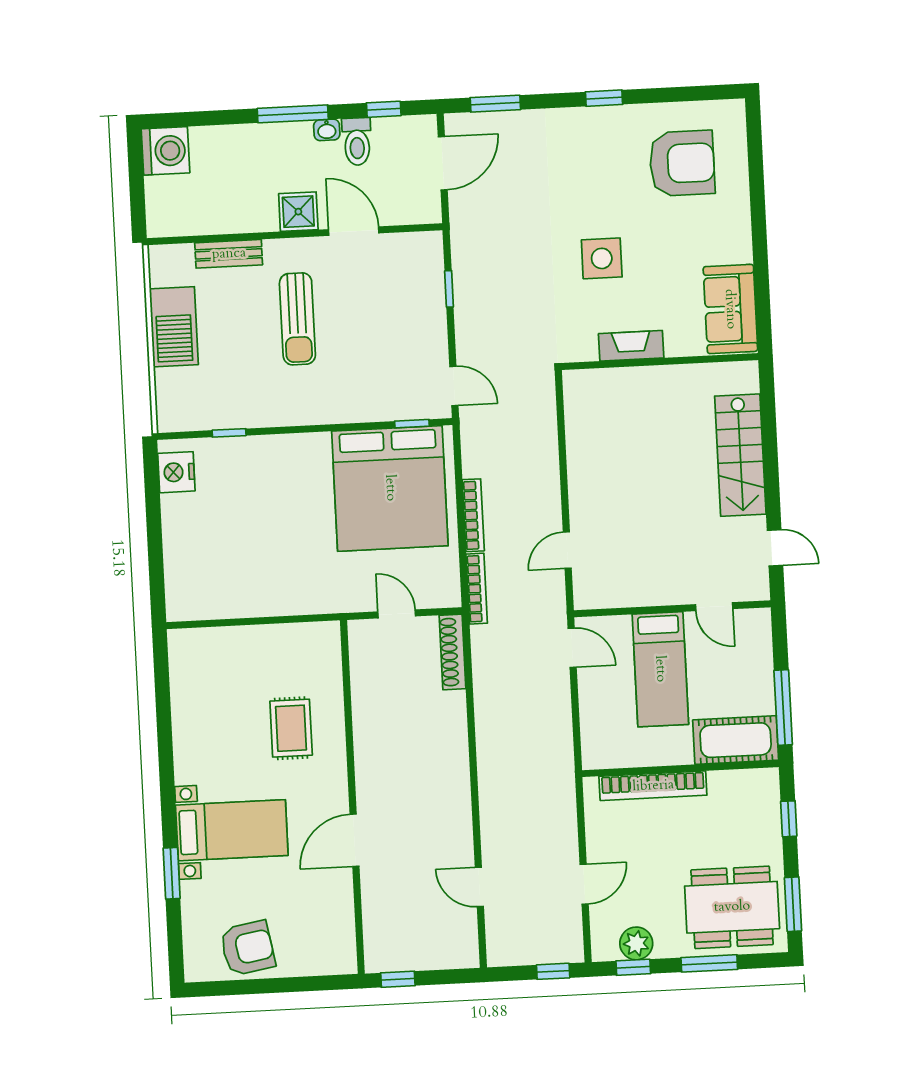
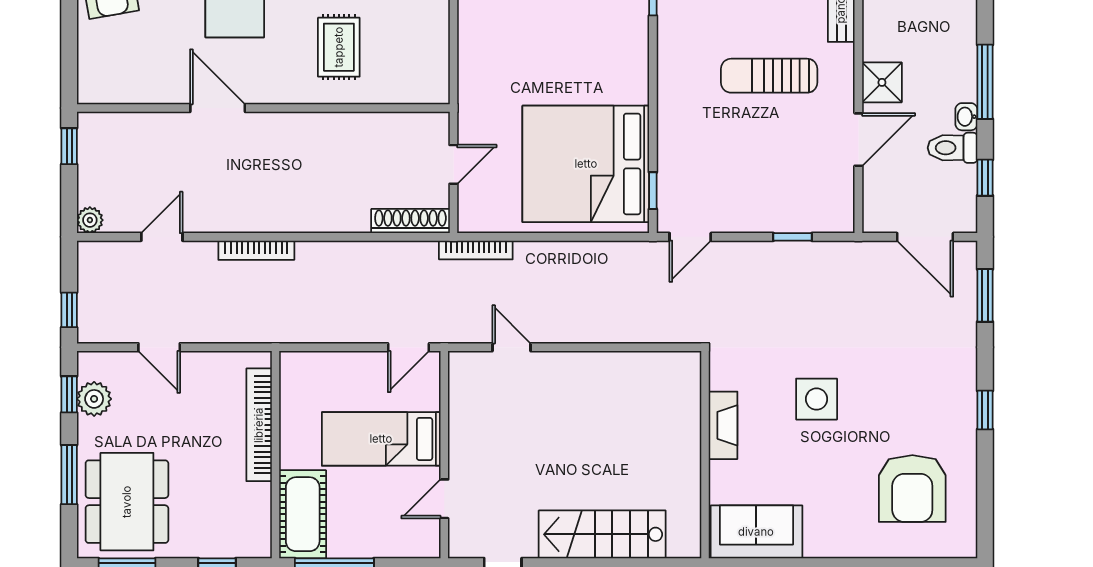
bookcase: (473, 515) -> (256, 250), moved
rug: (291, 728) -> (339, 47), turned 90
plant: (467, 956) -> (90, 220), added

